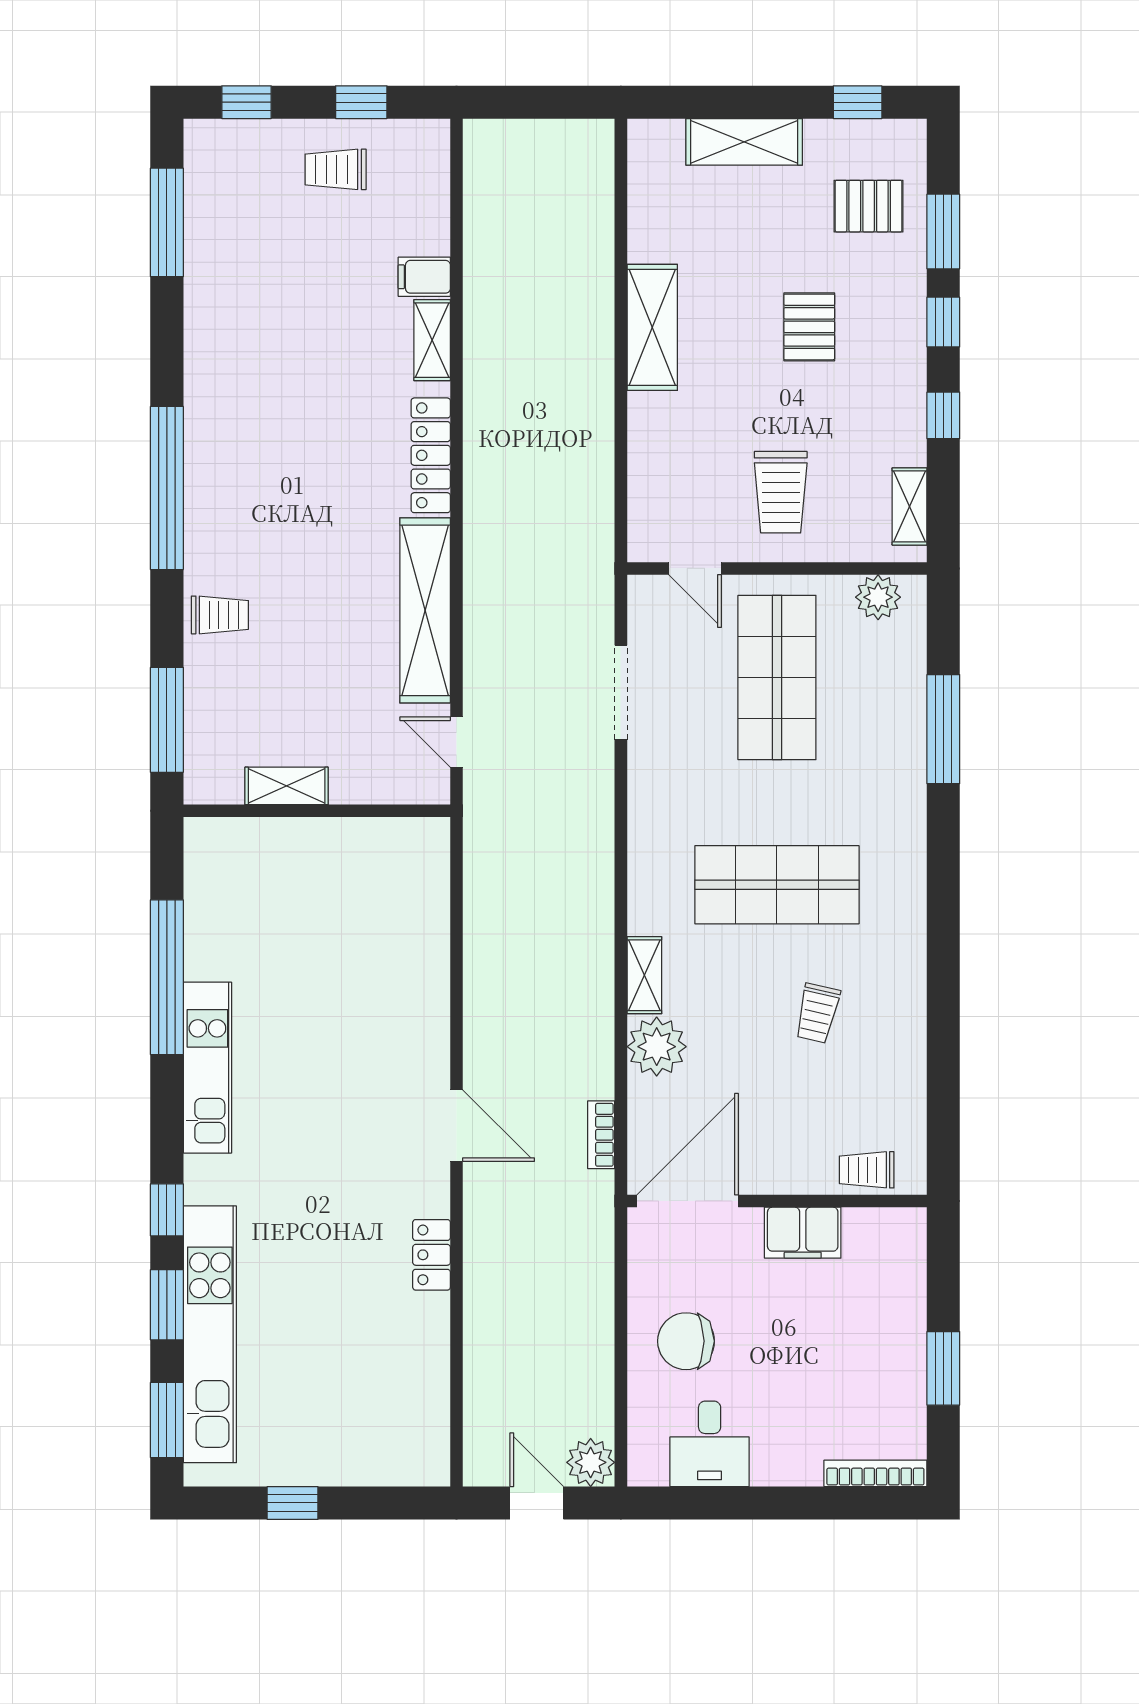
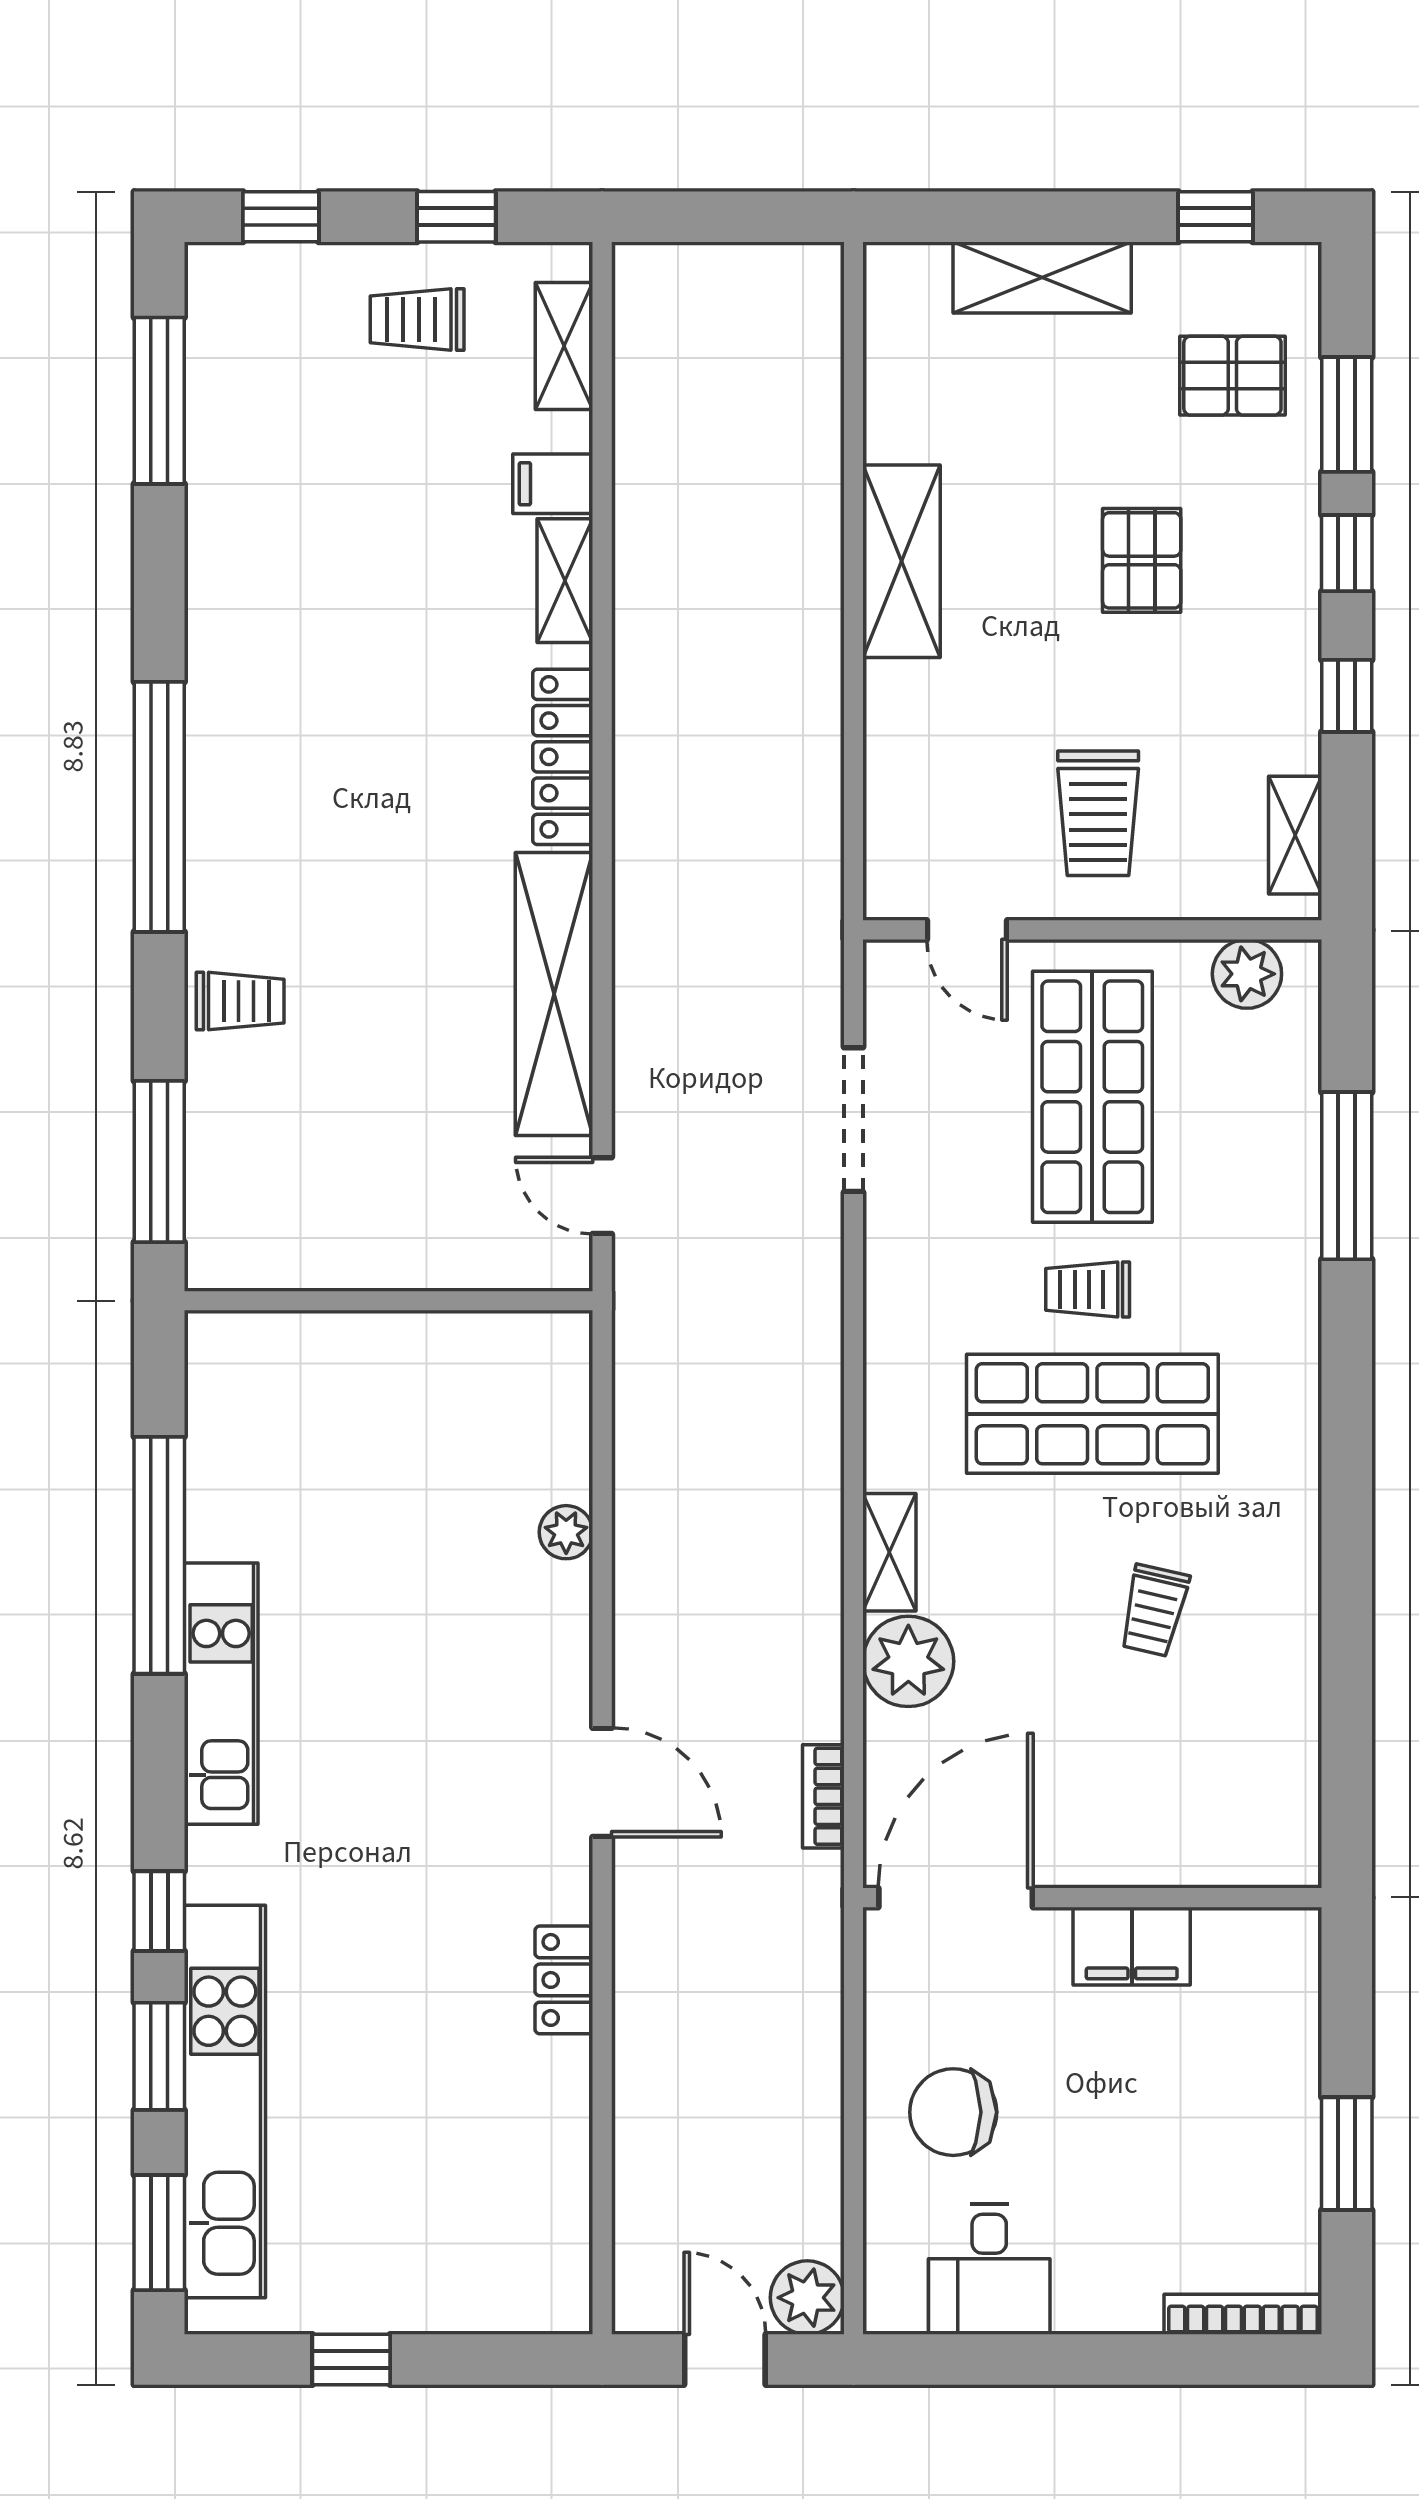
shelving: (287, 786) -> (564, 346), moved, turned 90
plant: (433, 962) -> (566, 1532), added
trolley: (867, 1170) -> (1088, 1289), moved

